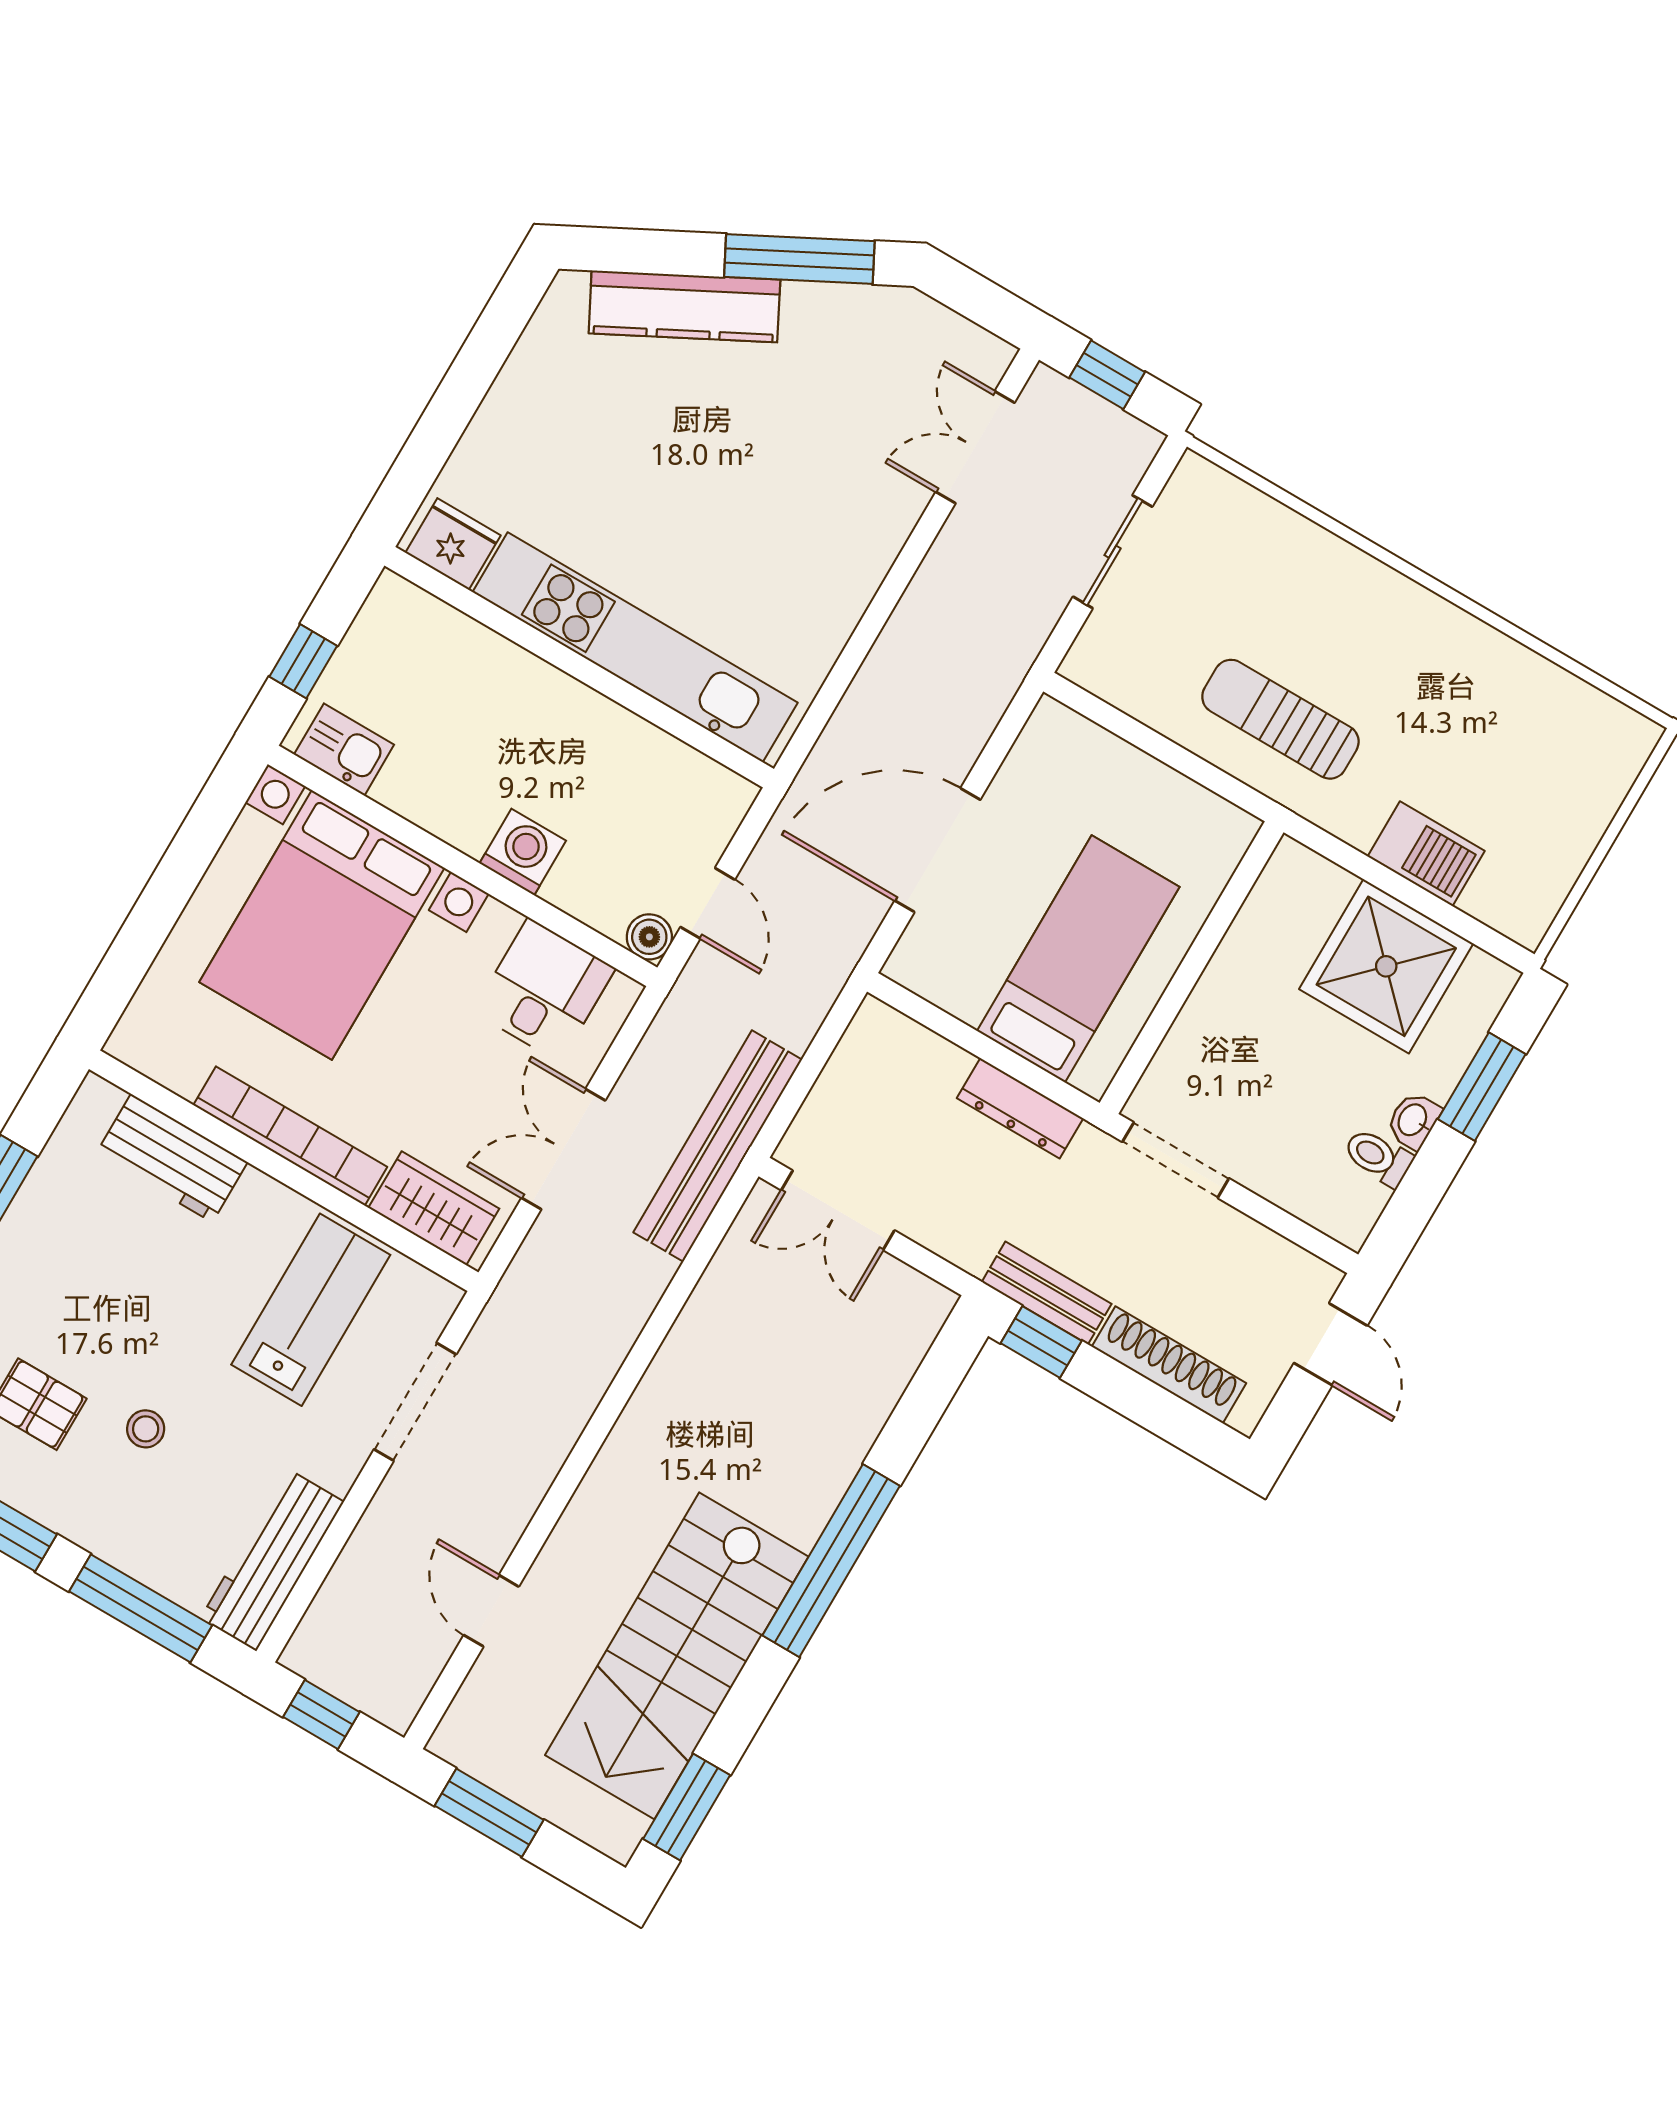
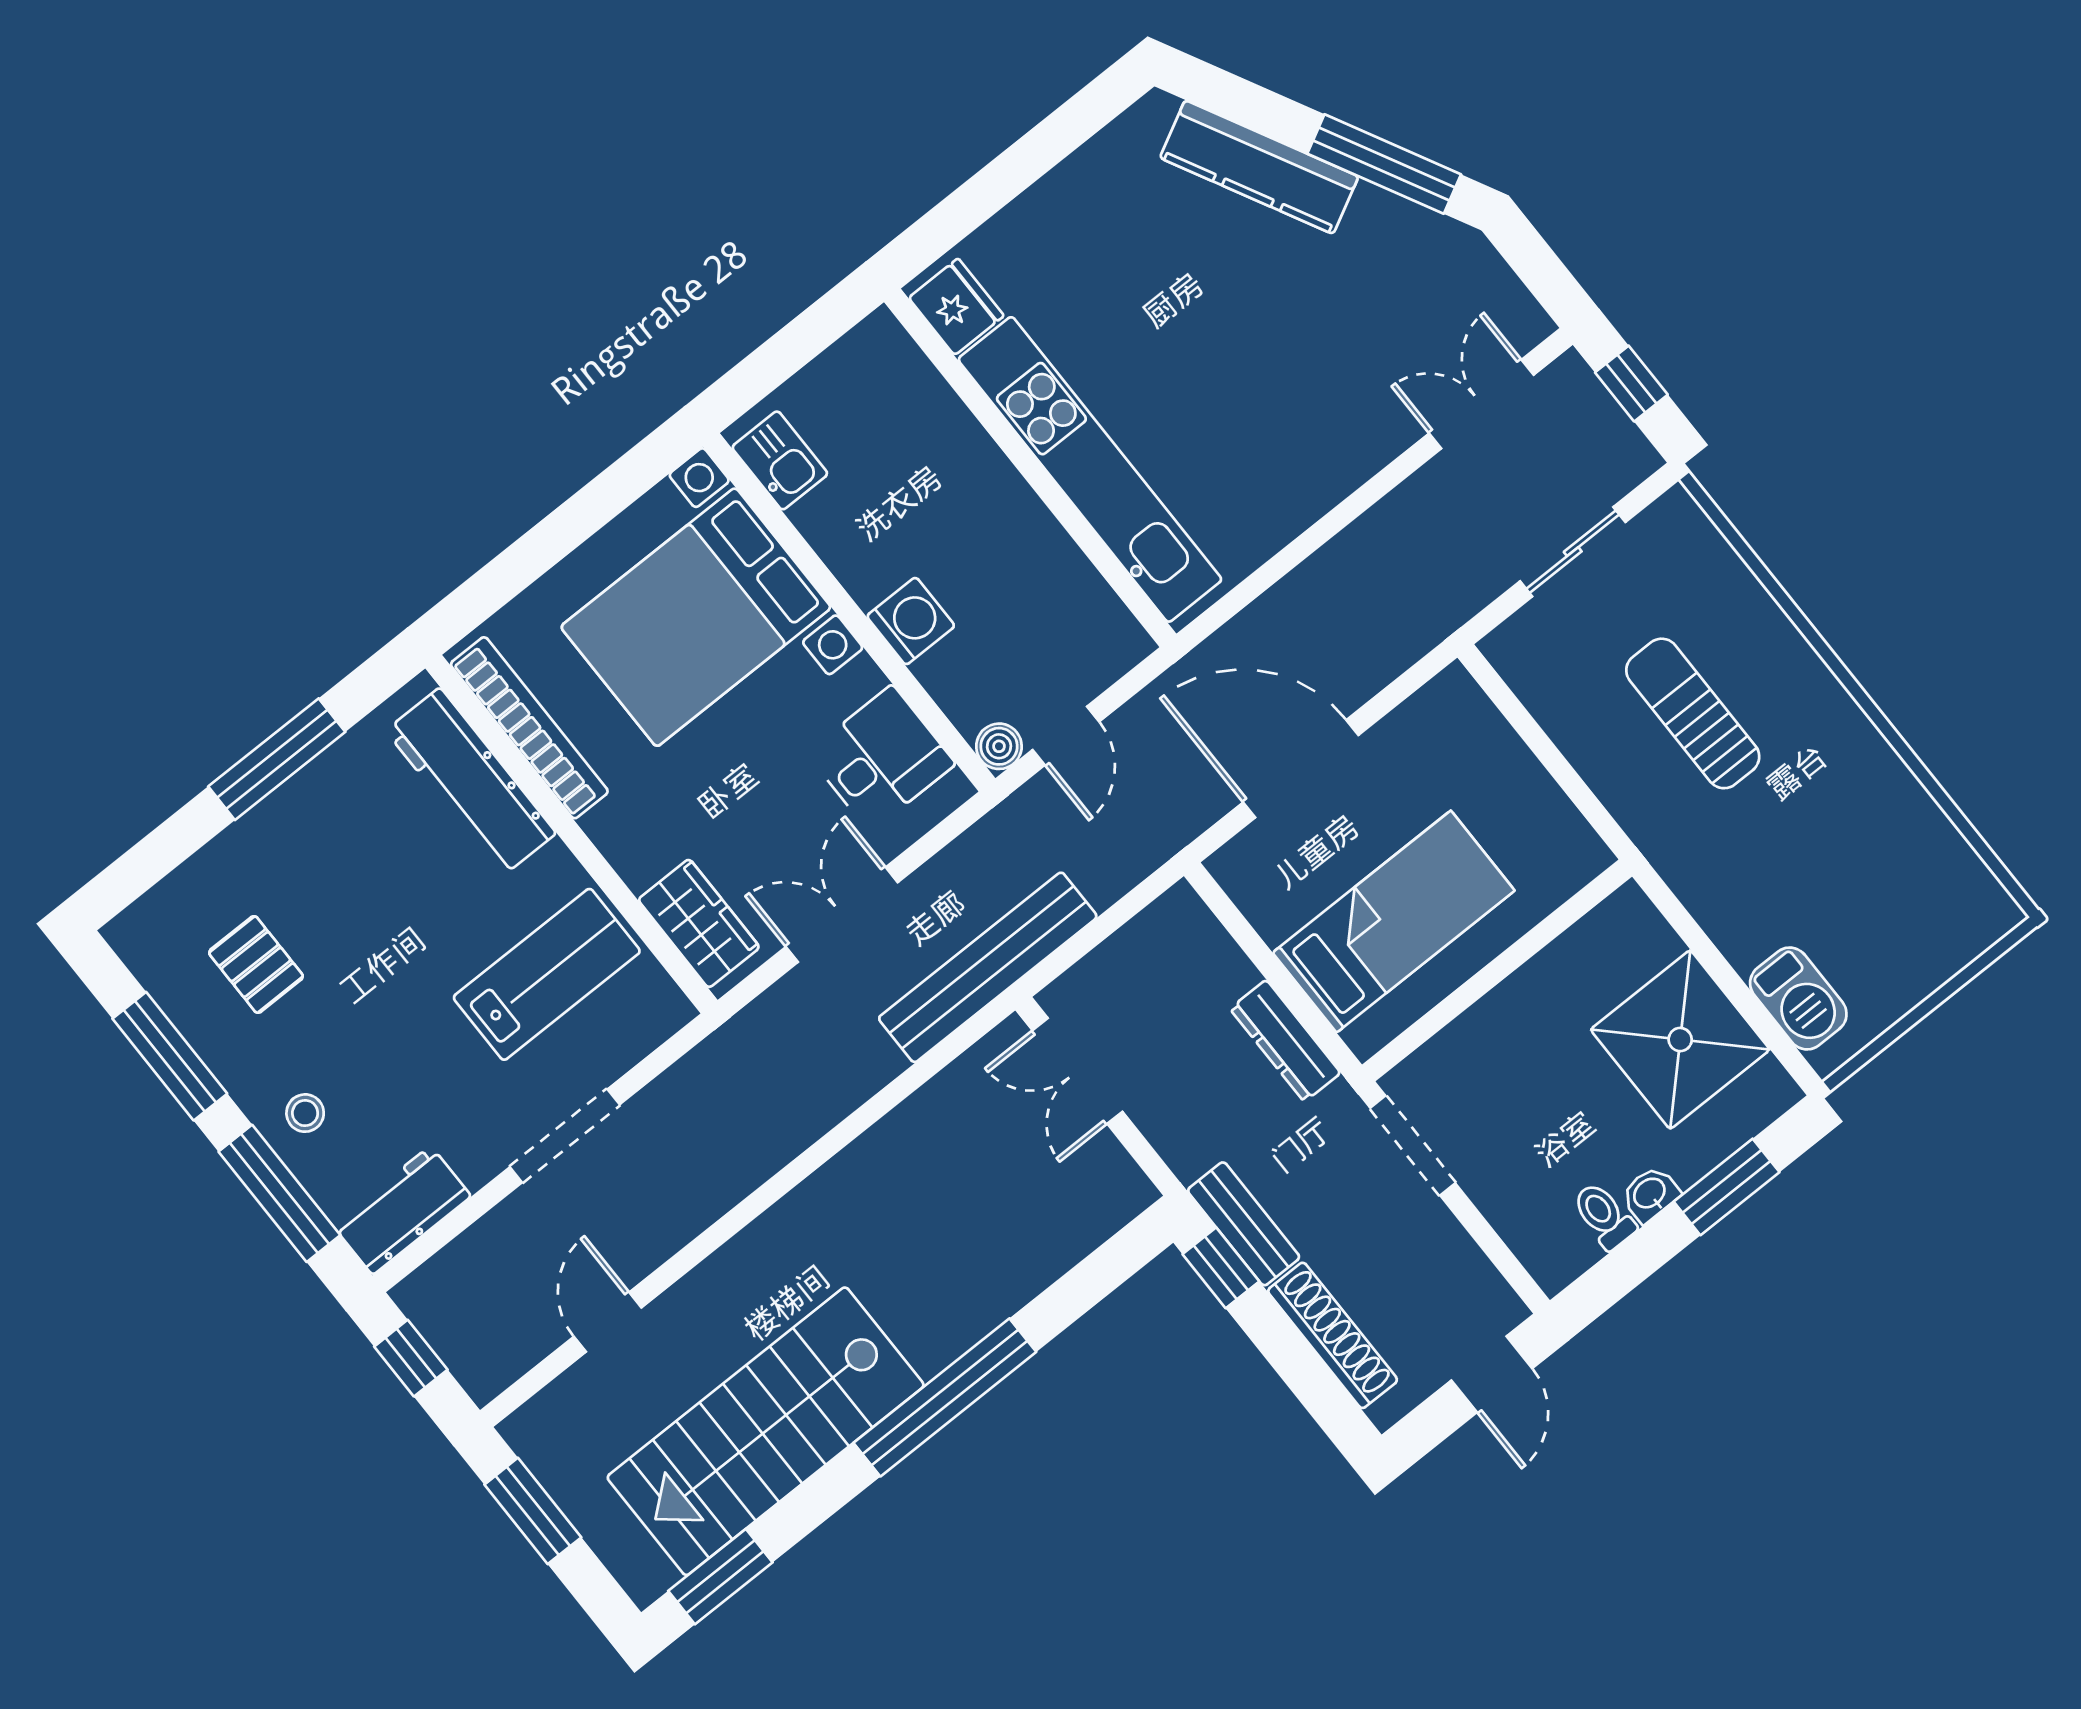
window: (303, 661) -> (773, 363), removed
sun lounger: (1280, 719) -> (1693, 713), moved
barbecue: (1426, 854) -> (1798, 998), moved
bookcase: (290, 1136) -> (529, 728), moved
workbench: (172, 1158) -> (471, 782), width x1.38
doorway: (415, 1402) -> (565, 1136), moved
stool: (146, 1429) -> (305, 1113), moved
workbench: (272, 1560) -> (402, 1210), width x0.73

